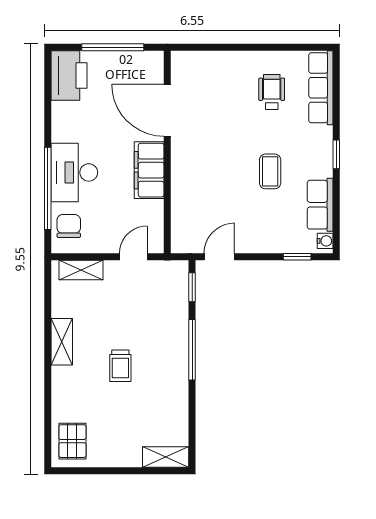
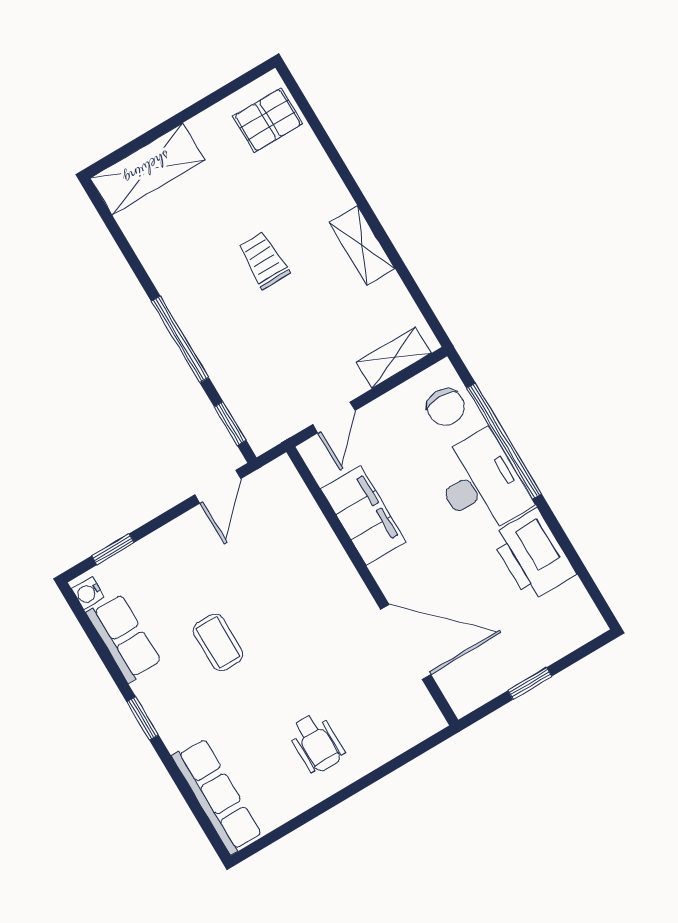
window: (113, 47) -> (530, 683), width x0.46
printer: (69, 75) -> (533, 555), moved
wheelchair: (272, 92) -> (316, 743), moved
filing cabinet: (149, 170) -> (363, 515), moved
pallet: (72, 441) -> (268, 120), turned 90
shelving: (166, 457) -> (147, 169), width x1.50, depth x1.33

